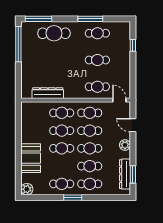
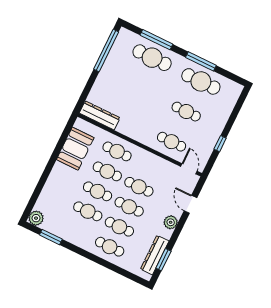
window: (39, 19) -> (156, 40), moved
cafe table: (97, 33) -> (201, 81), width x1.37, depth x1.35
window: (133, 45) -> (220, 144), moved
dresser: (48, 93) -> (100, 115), moved
cafe table: (90, 113) -> (149, 167), removed
booth: (31, 158) -> (75, 149), moved
cafe table: (62, 184) -> (88, 211), moved
window: (73, 198) -> (51, 237), moved

